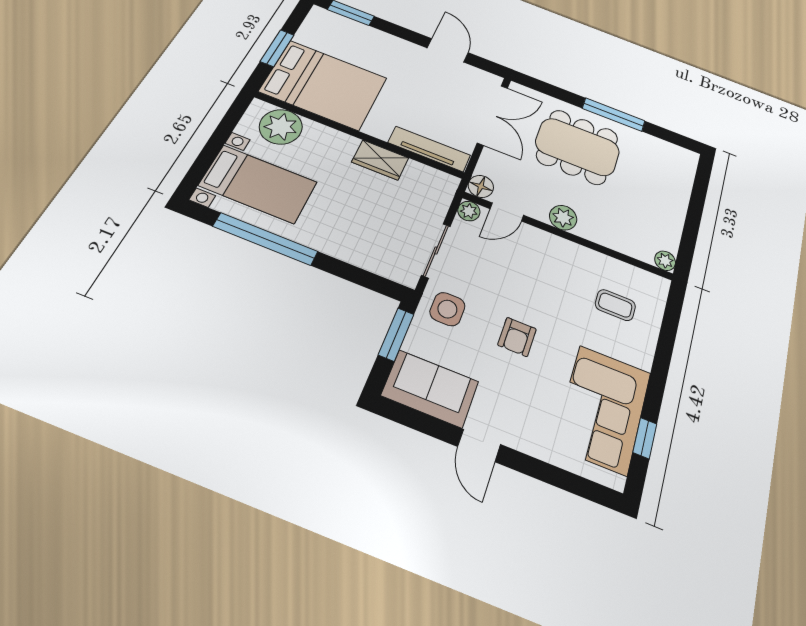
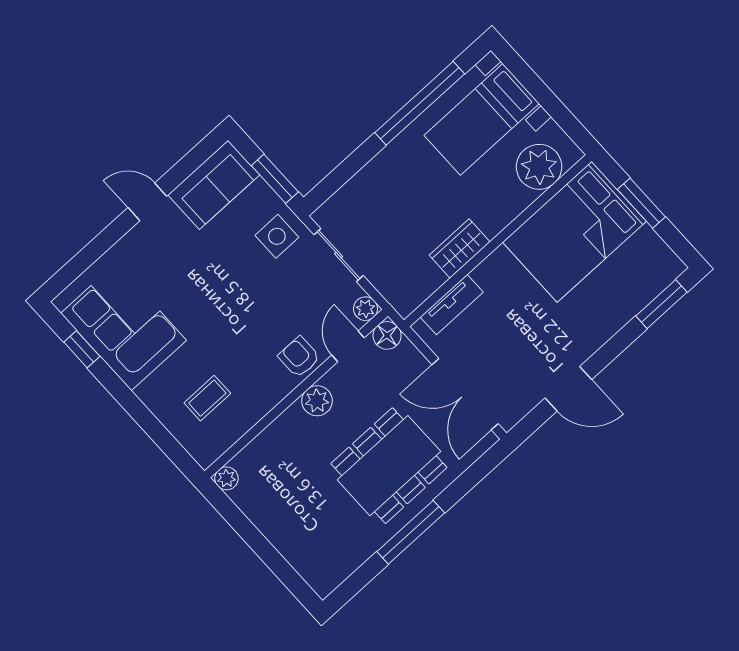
tv unit: (429, 149) -> (452, 305), width x0.71
armchair: (517, 337) -> (299, 357), moved

